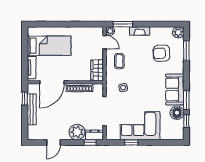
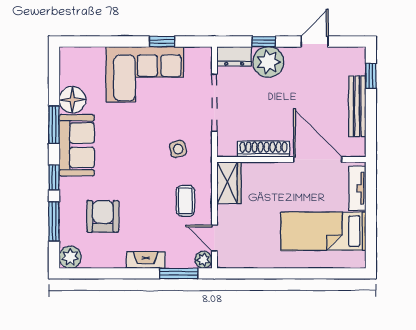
armchair: (161, 53) -> (103, 216), turned -87
door: (52, 82) -> (318, 159), hinge flipped
window: (25, 99) -> (371, 76), moved
window: (186, 121) -> (54, 177), moved
window: (90, 142) -> (264, 42), moved

